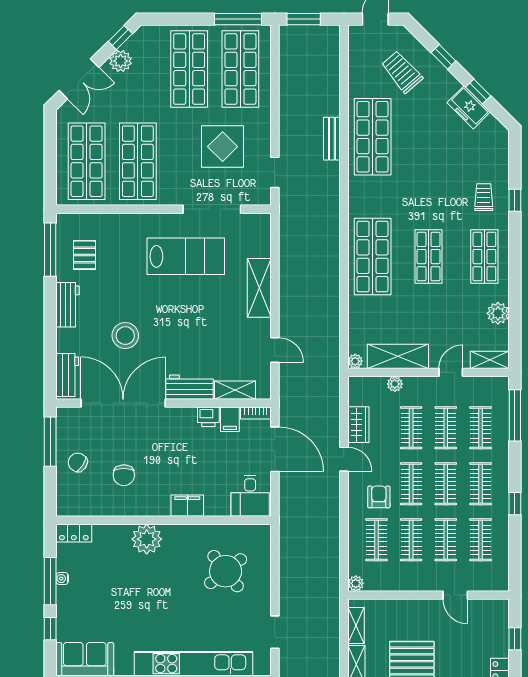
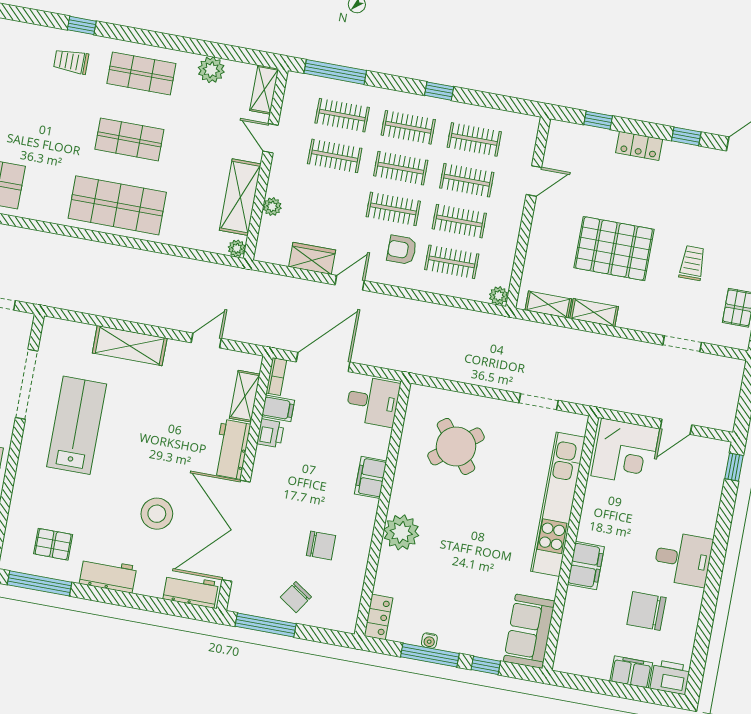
clothes rail: (411, 428) -> (327, 197), removed

